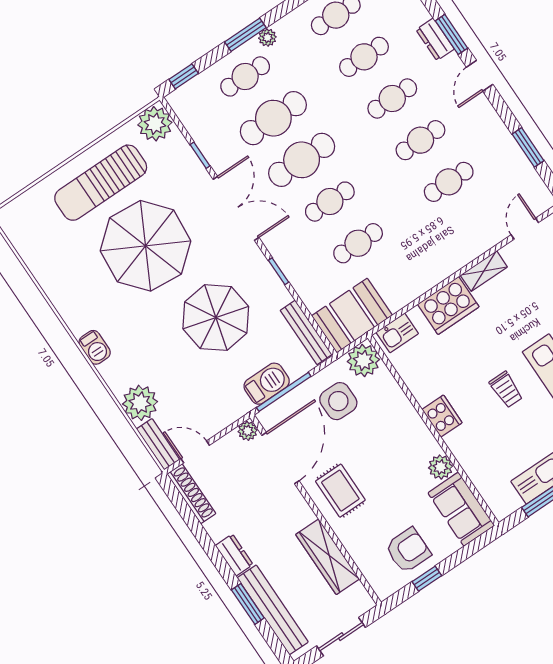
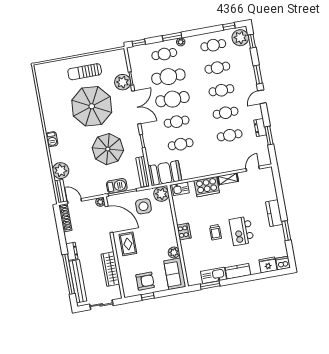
dresser: (435, 39) -> (260, 128), moved
plant: (155, 124) -> (123, 82), moved
sun lounger: (101, 183) -> (85, 72), width x0.73, depth x0.75
door: (280, 458) -> (109, 219), hinge flipped
window: (248, 604) -> (69, 274), width x2.11

